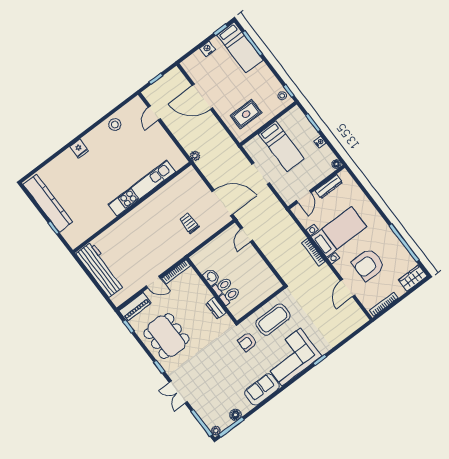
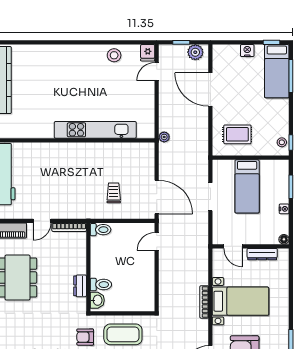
plant: (171, 78) -> (195, 52), added
fridge: (79, 149) -> (148, 53), moved
door: (304, 197) -> (233, 246), hinge flipped
washbasin: (211, 277) -> (97, 300), moved
door: (153, 282) -> (42, 221), hinge flipped
toilet: (222, 286) -> (101, 230), moved

